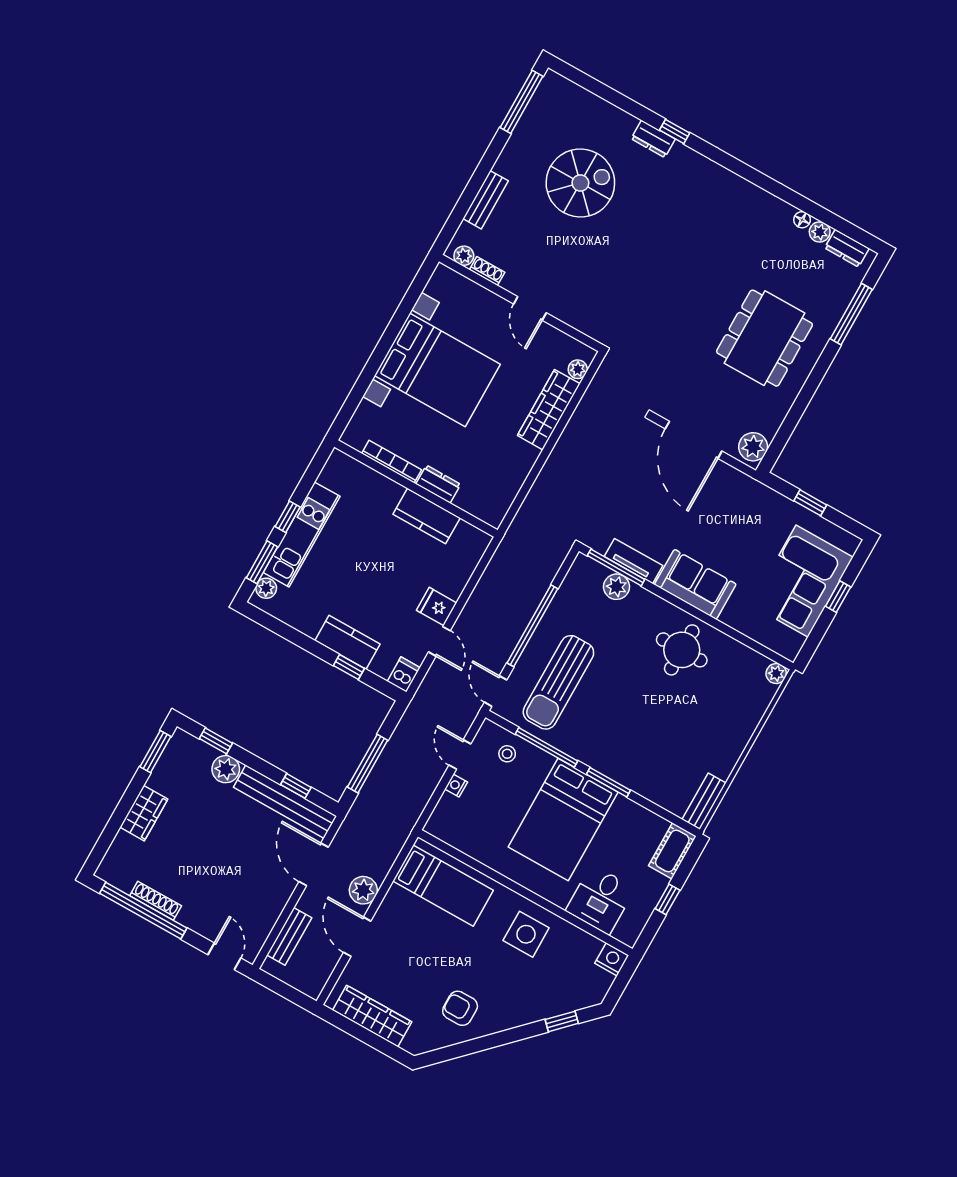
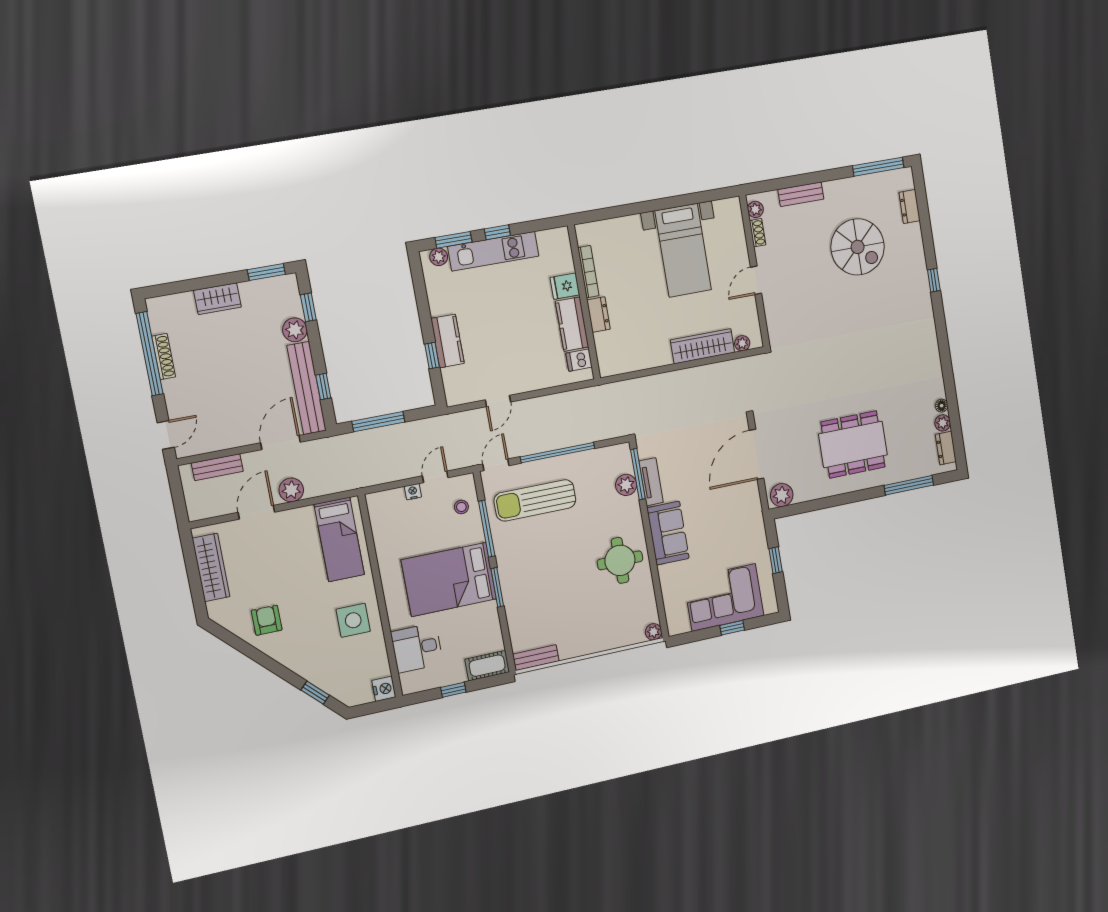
dresser: (653, 139) -> (910, 207), moved
bed with nightstands: (437, 370) -> (683, 250), width x0.73
fridge: (437, 607) -> (565, 286), moved, turned -90
dishwasher: (404, 675) -> (579, 360), moved, turned 180

